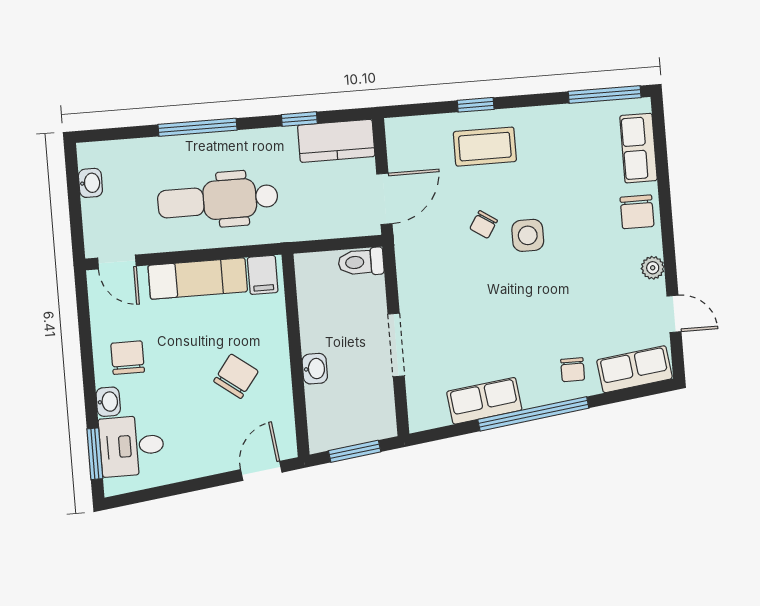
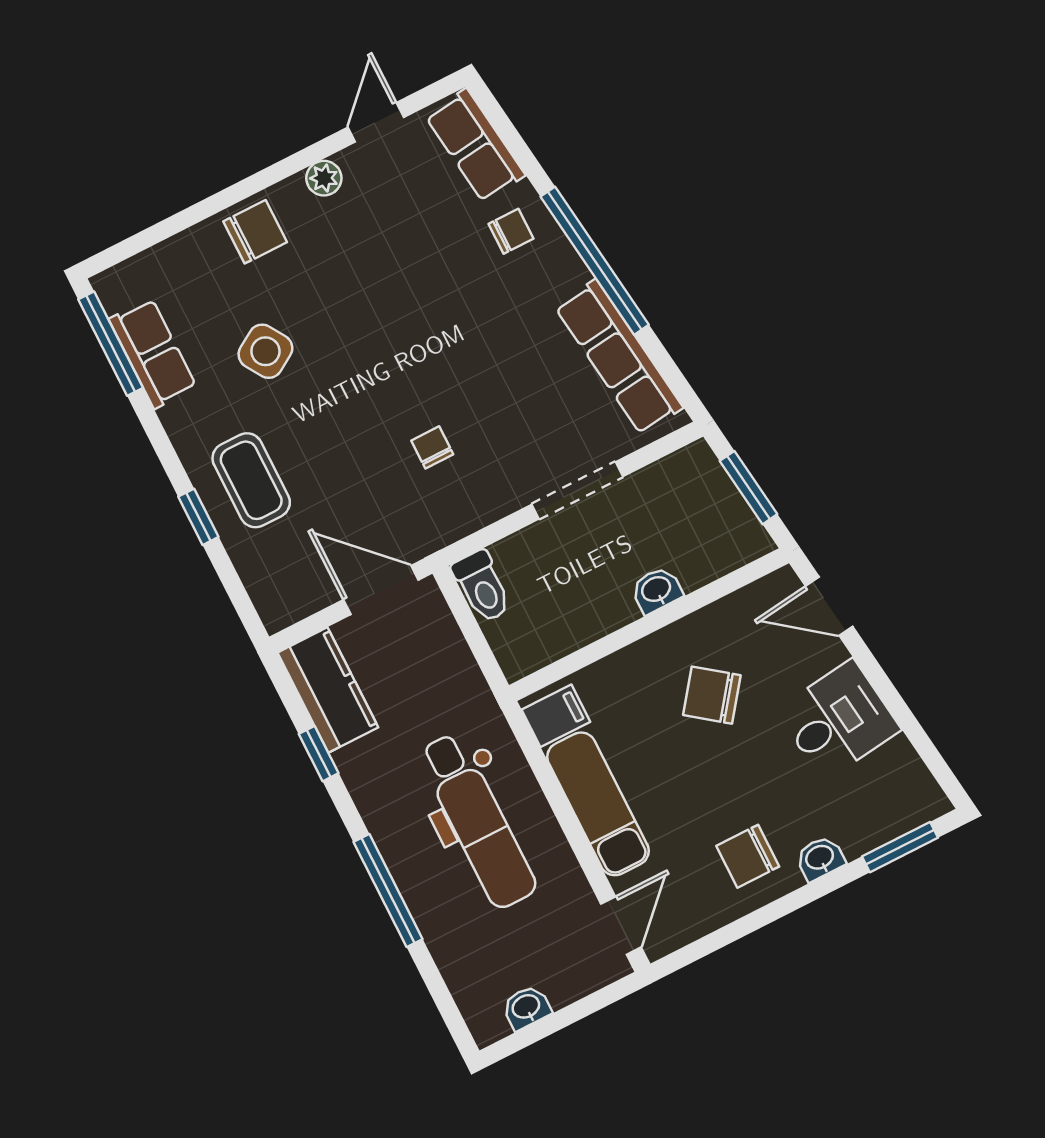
row of seats: (638, 148) -> (153, 353), moved, turned -90
chair: (484, 224) -> (432, 447), moved, turned -123
side table: (528, 235) -> (265, 351), moved, turned -32
row of seats: (484, 401) -> (619, 357), width x1.48
desk: (132, 446) -> (838, 720), moved, turned -97

